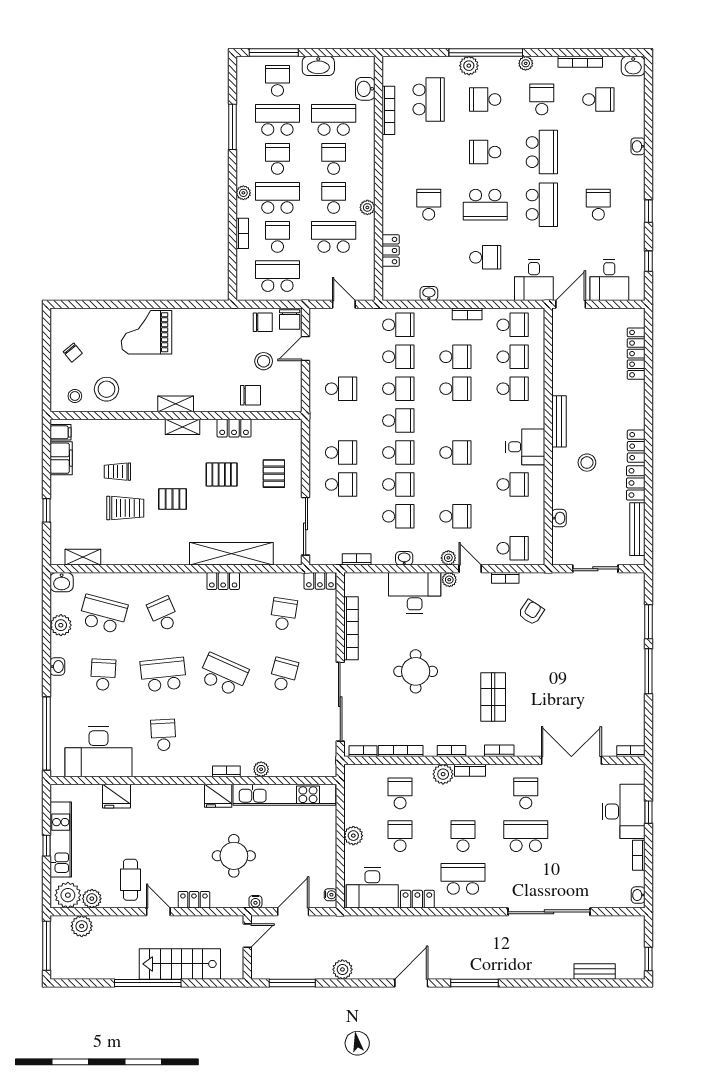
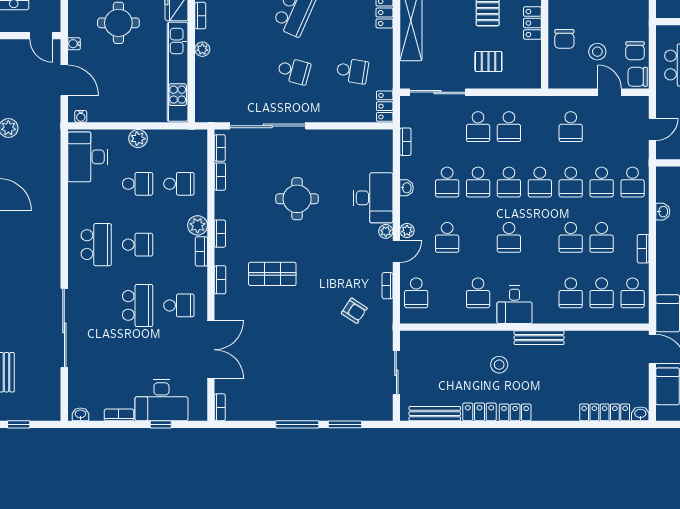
washbasin: (559, 518) -> (640, 414), moved, turned 180
bookcase: (351, 628) -> (339, 136), removed
bookcase: (401, 751) -> (220, 177), width x0.64
locker: (417, 899) -> (76, 201), removed

